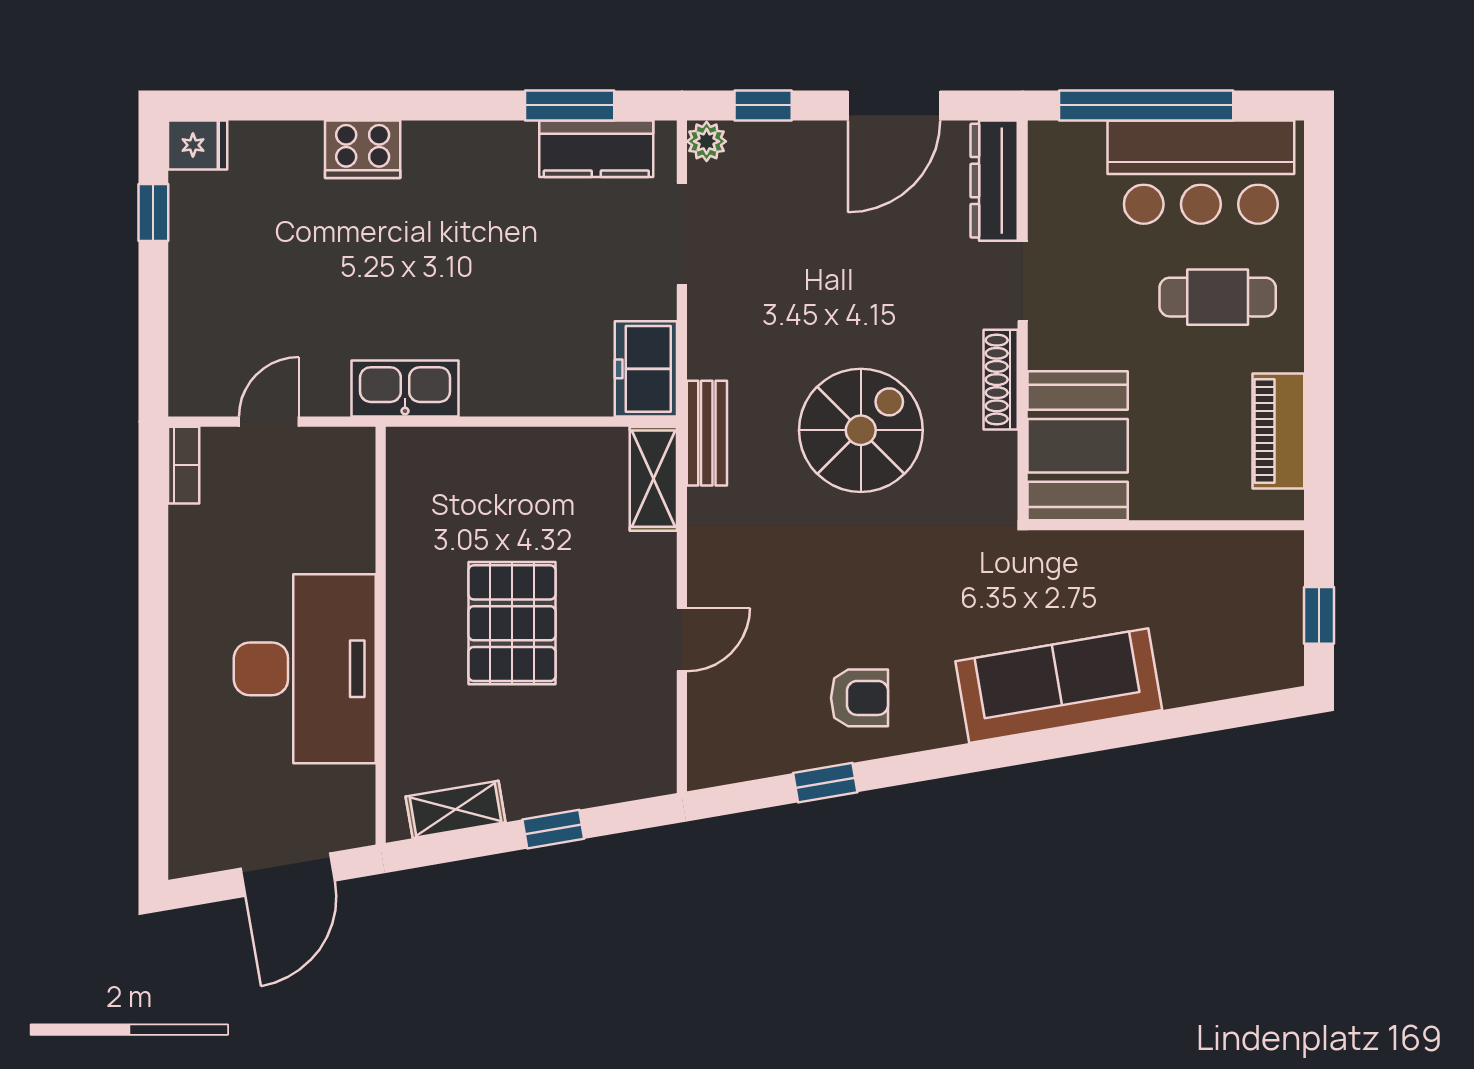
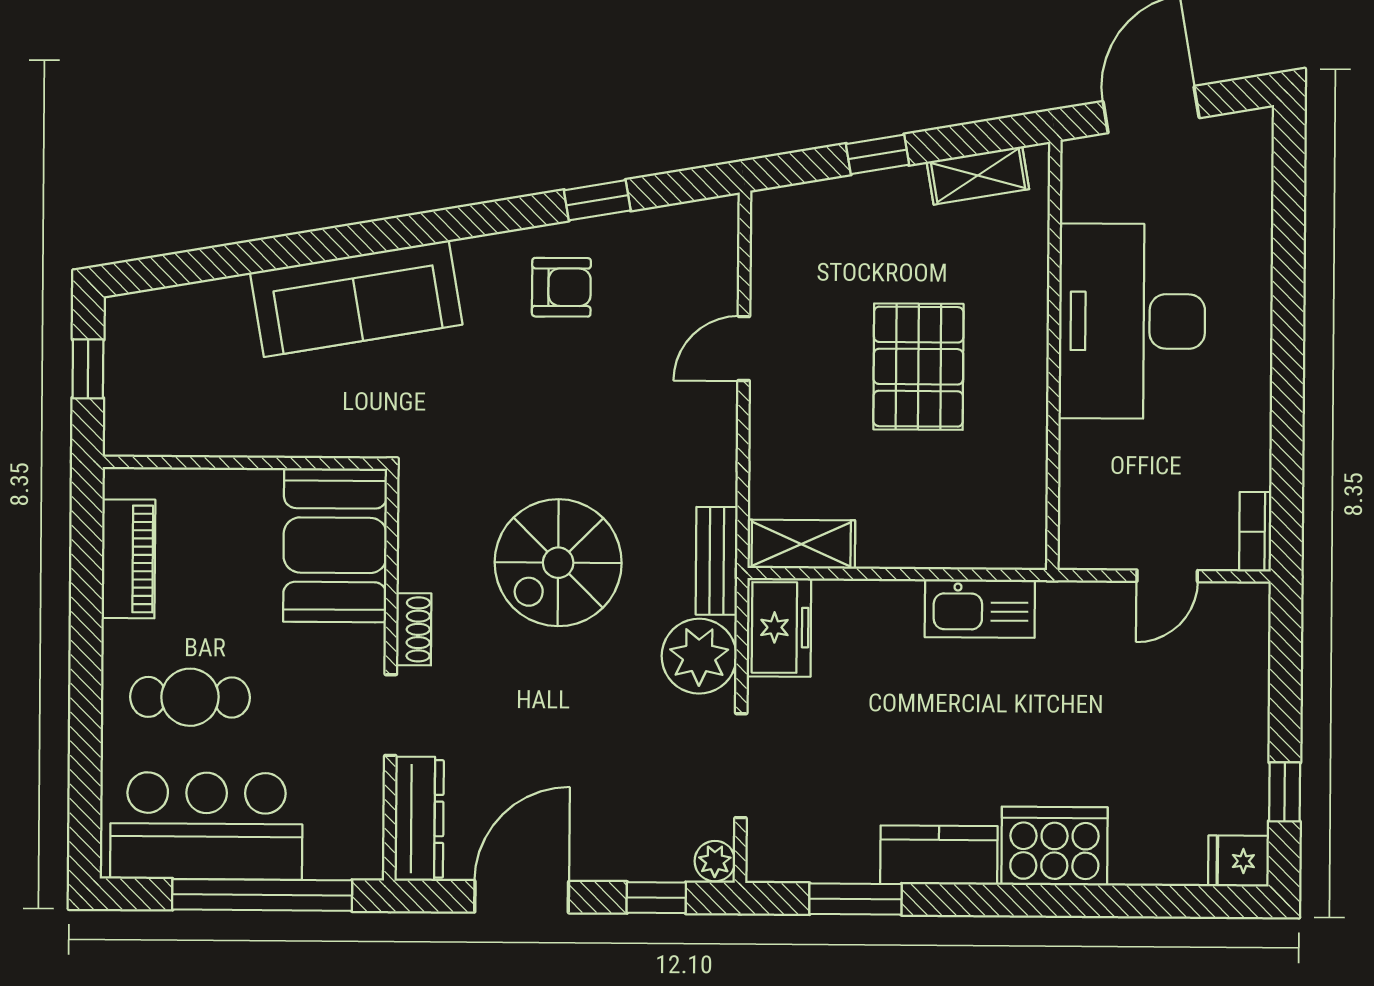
cooker: (363, 149) -> (1054, 846), width x1.37, depth x1.31
kitchen counter: (596, 149) -> (939, 855), moved
plant: (723, 340) -> (699, 656), added
shoe rack: (1001, 380) -> (414, 629), width x0.70
kitchen sink: (405, 389) -> (980, 609), moved
shelving: (653, 479) -> (801, 544), moved, turned 90
armchair: (860, 698) -> (561, 287), turned 180

